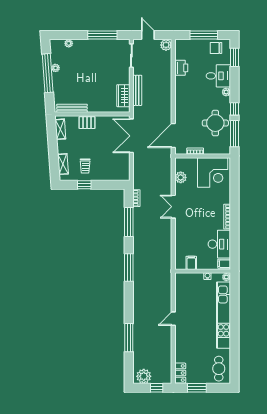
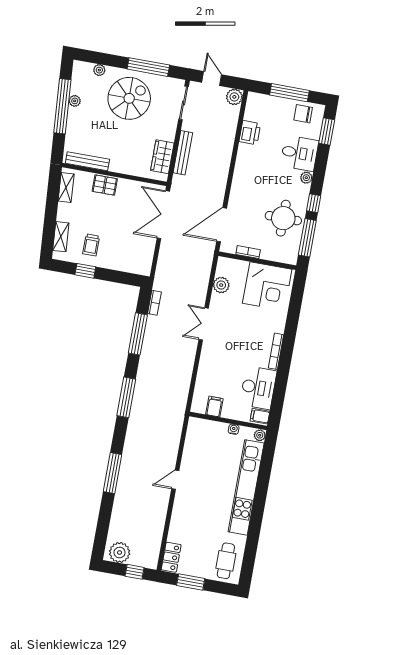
spiral stairs: (93, 59) -> (129, 98), added
window: (129, 338) -> (113, 473), moved

